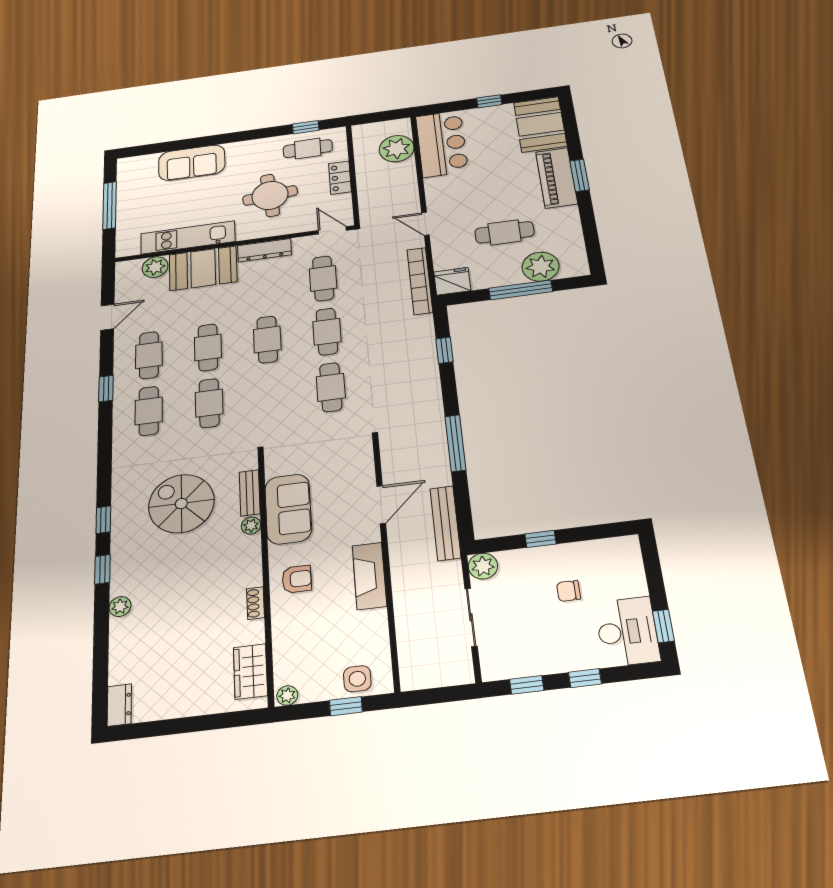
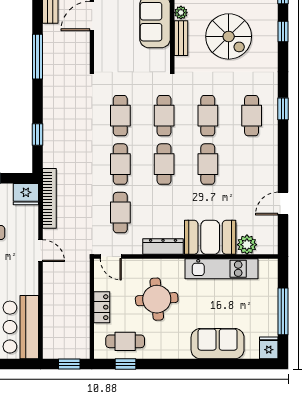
window: (376, 117) -> (69, 364), added
plant: (397, 149) -> (56, 329), removed
fridge: (128, 168) -> (269, 348), added
cafe table: (149, 355) -> (164, 116), moved
window: (106, 389) -> (283, 109), moved

